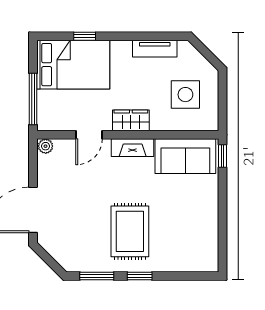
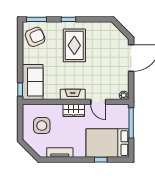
door: (89, 135) -> (98, 102), swing flipped
sofa: (185, 156) -> (33, 82), moved, turned 90
armchair: (197, 246) -> (35, 37), added
window: (97, 276) -> (36, 19), moved

